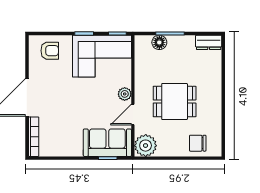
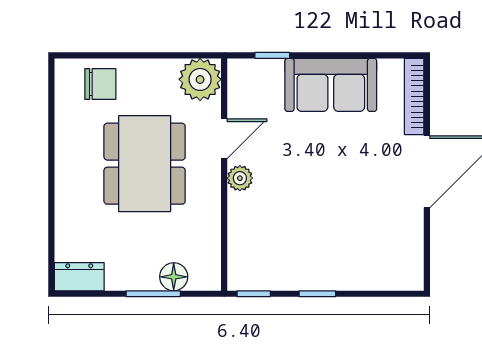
armchair: (50, 51) -> (383, 261), removed
corner sofa: (102, 56) -> (283, 251), removed
dining table: (175, 102) -> (145, 164), width x1.38
sofa: (107, 143) -> (331, 85), moved

